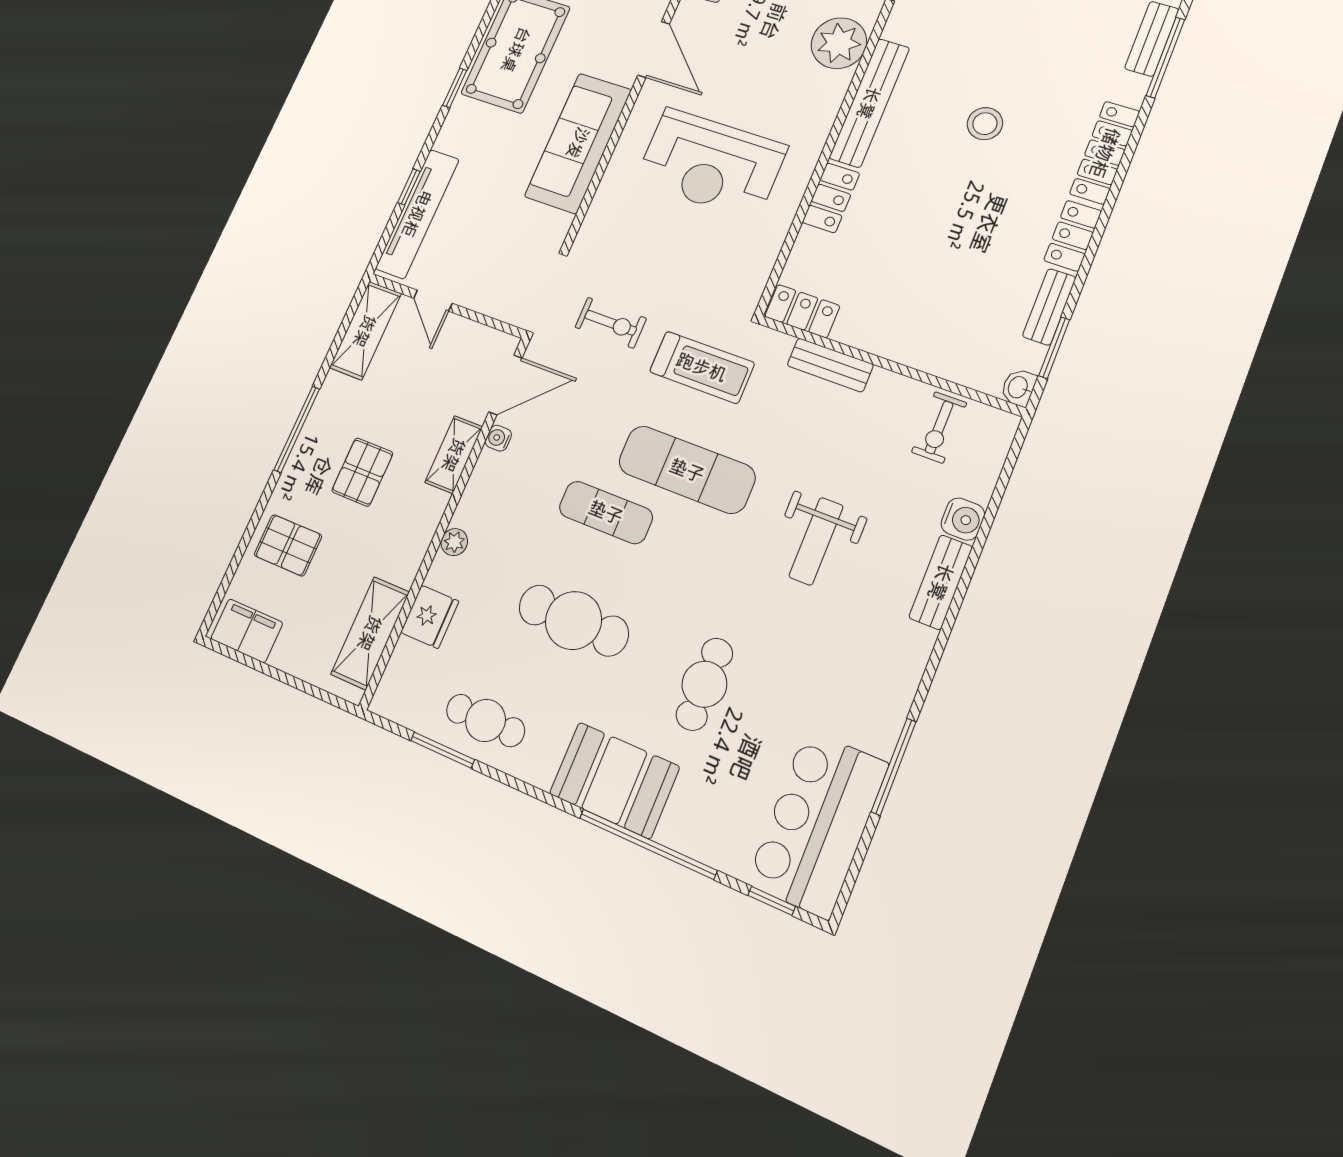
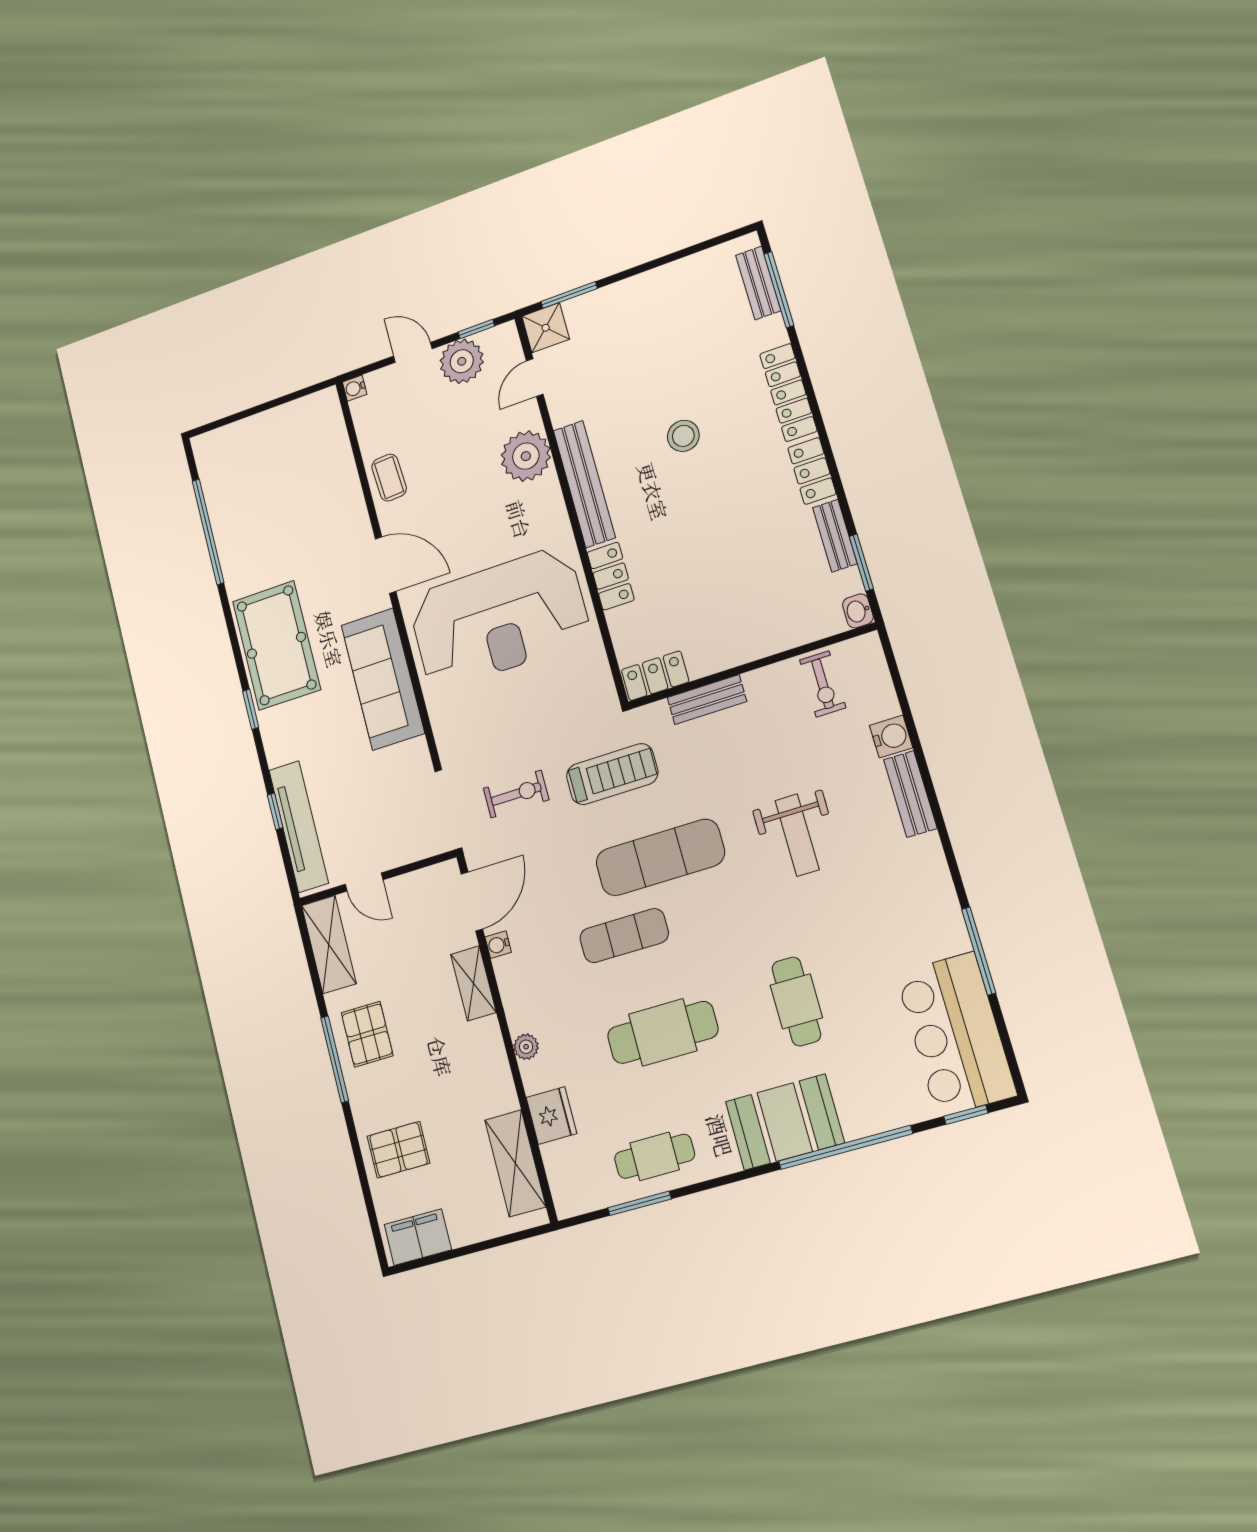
reception desk: (711, 164) -> (499, 618), width x1.36, depth x1.30
pallet: (362, 472) -> (367, 1034), moved

